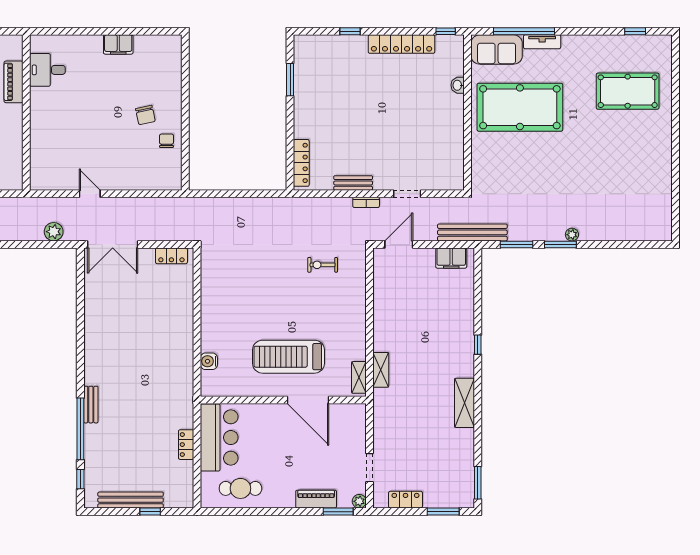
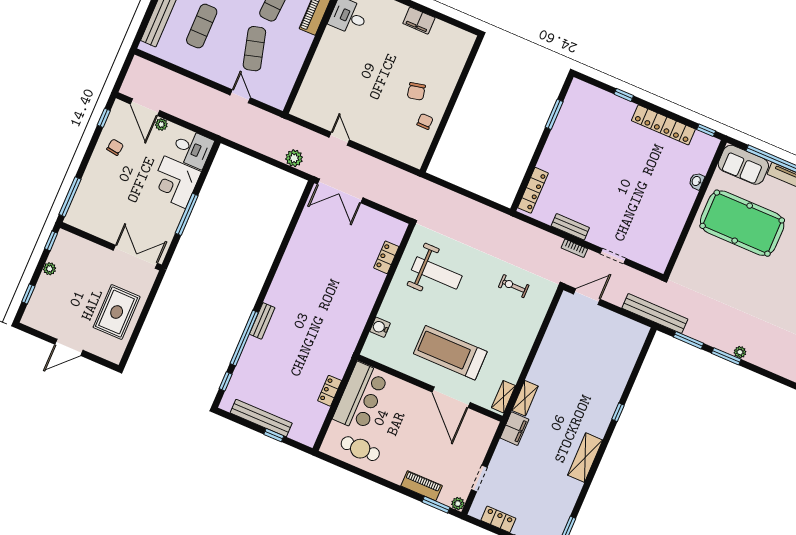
locker: (171, 256) -> (386, 257), moved, turned 90
filing cabinet: (451, 258) -> (514, 429), moved, turned -90
weight bench: (242, 284) -> (437, 273), added

